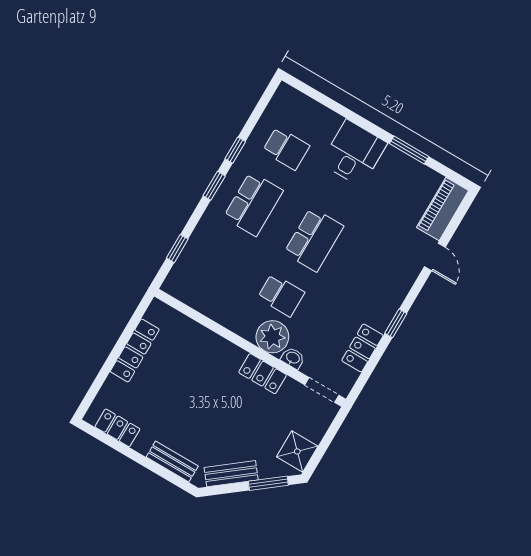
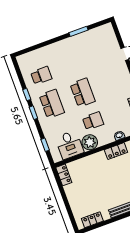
desk: (354, 153) -> (70, 145), moved, turned 180
piano: (443, 209) -> (110, 37), removed
plant: (272, 337) -> (90, 142), moved
locker: (135, 350) -> (64, 175), moved, width x0.66

